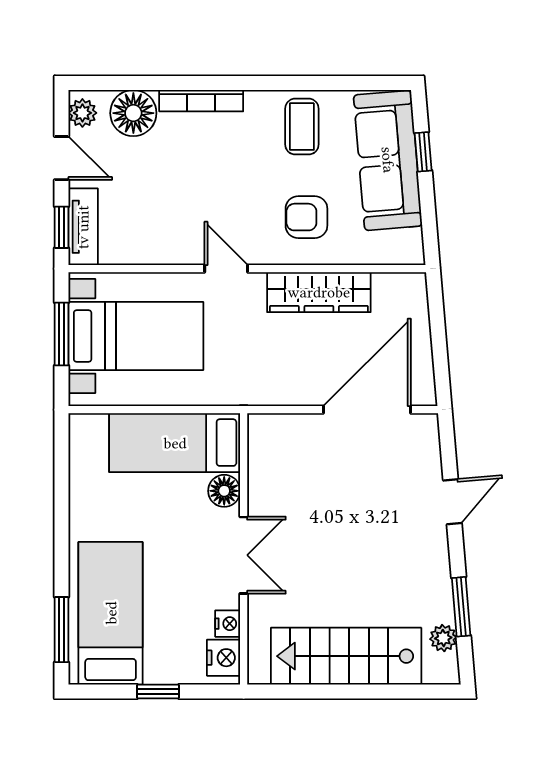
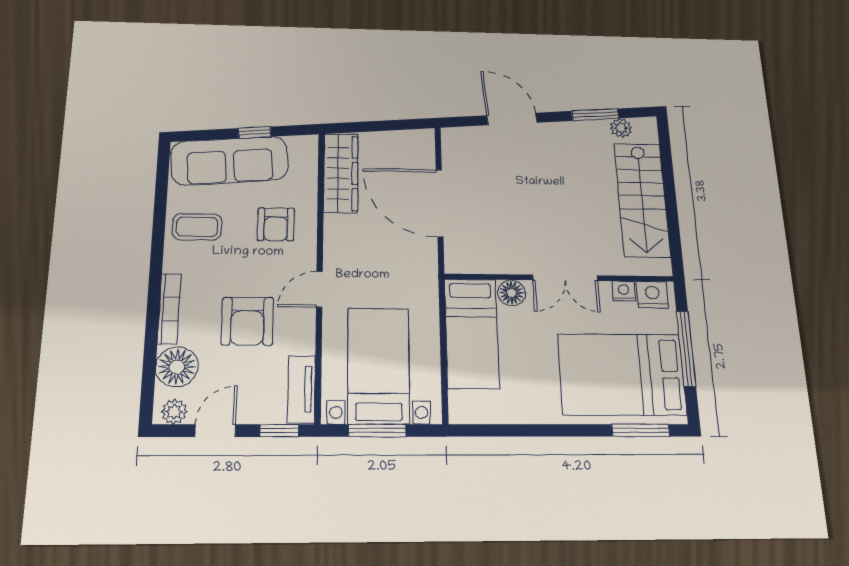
window: (423, 152) -> (255, 132), moved
armchair: (187, 188) -> (247, 321), added
tv unit: (83, 227) -> (302, 389), moved, turned -90
wardrobe: (319, 292) -> (341, 173), moved
door: (367, 410) -> (440, 203), moved
door: (452, 502) -> (512, 119), width x1.38
double door: (244, 555) -> (565, 278), swing flipped
bed: (111, 613) -> (622, 374), width x1.50
window: (158, 691) -> (686, 348), width x2.17

